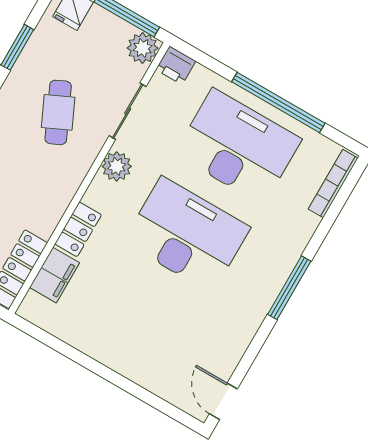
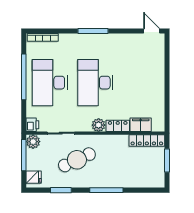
cafe table: (58, 112) -> (77, 160), width x1.37, depth x1.35
plant: (117, 166) -> (99, 125), moved
door: (223, 401) -> (152, 31), swing flipped

